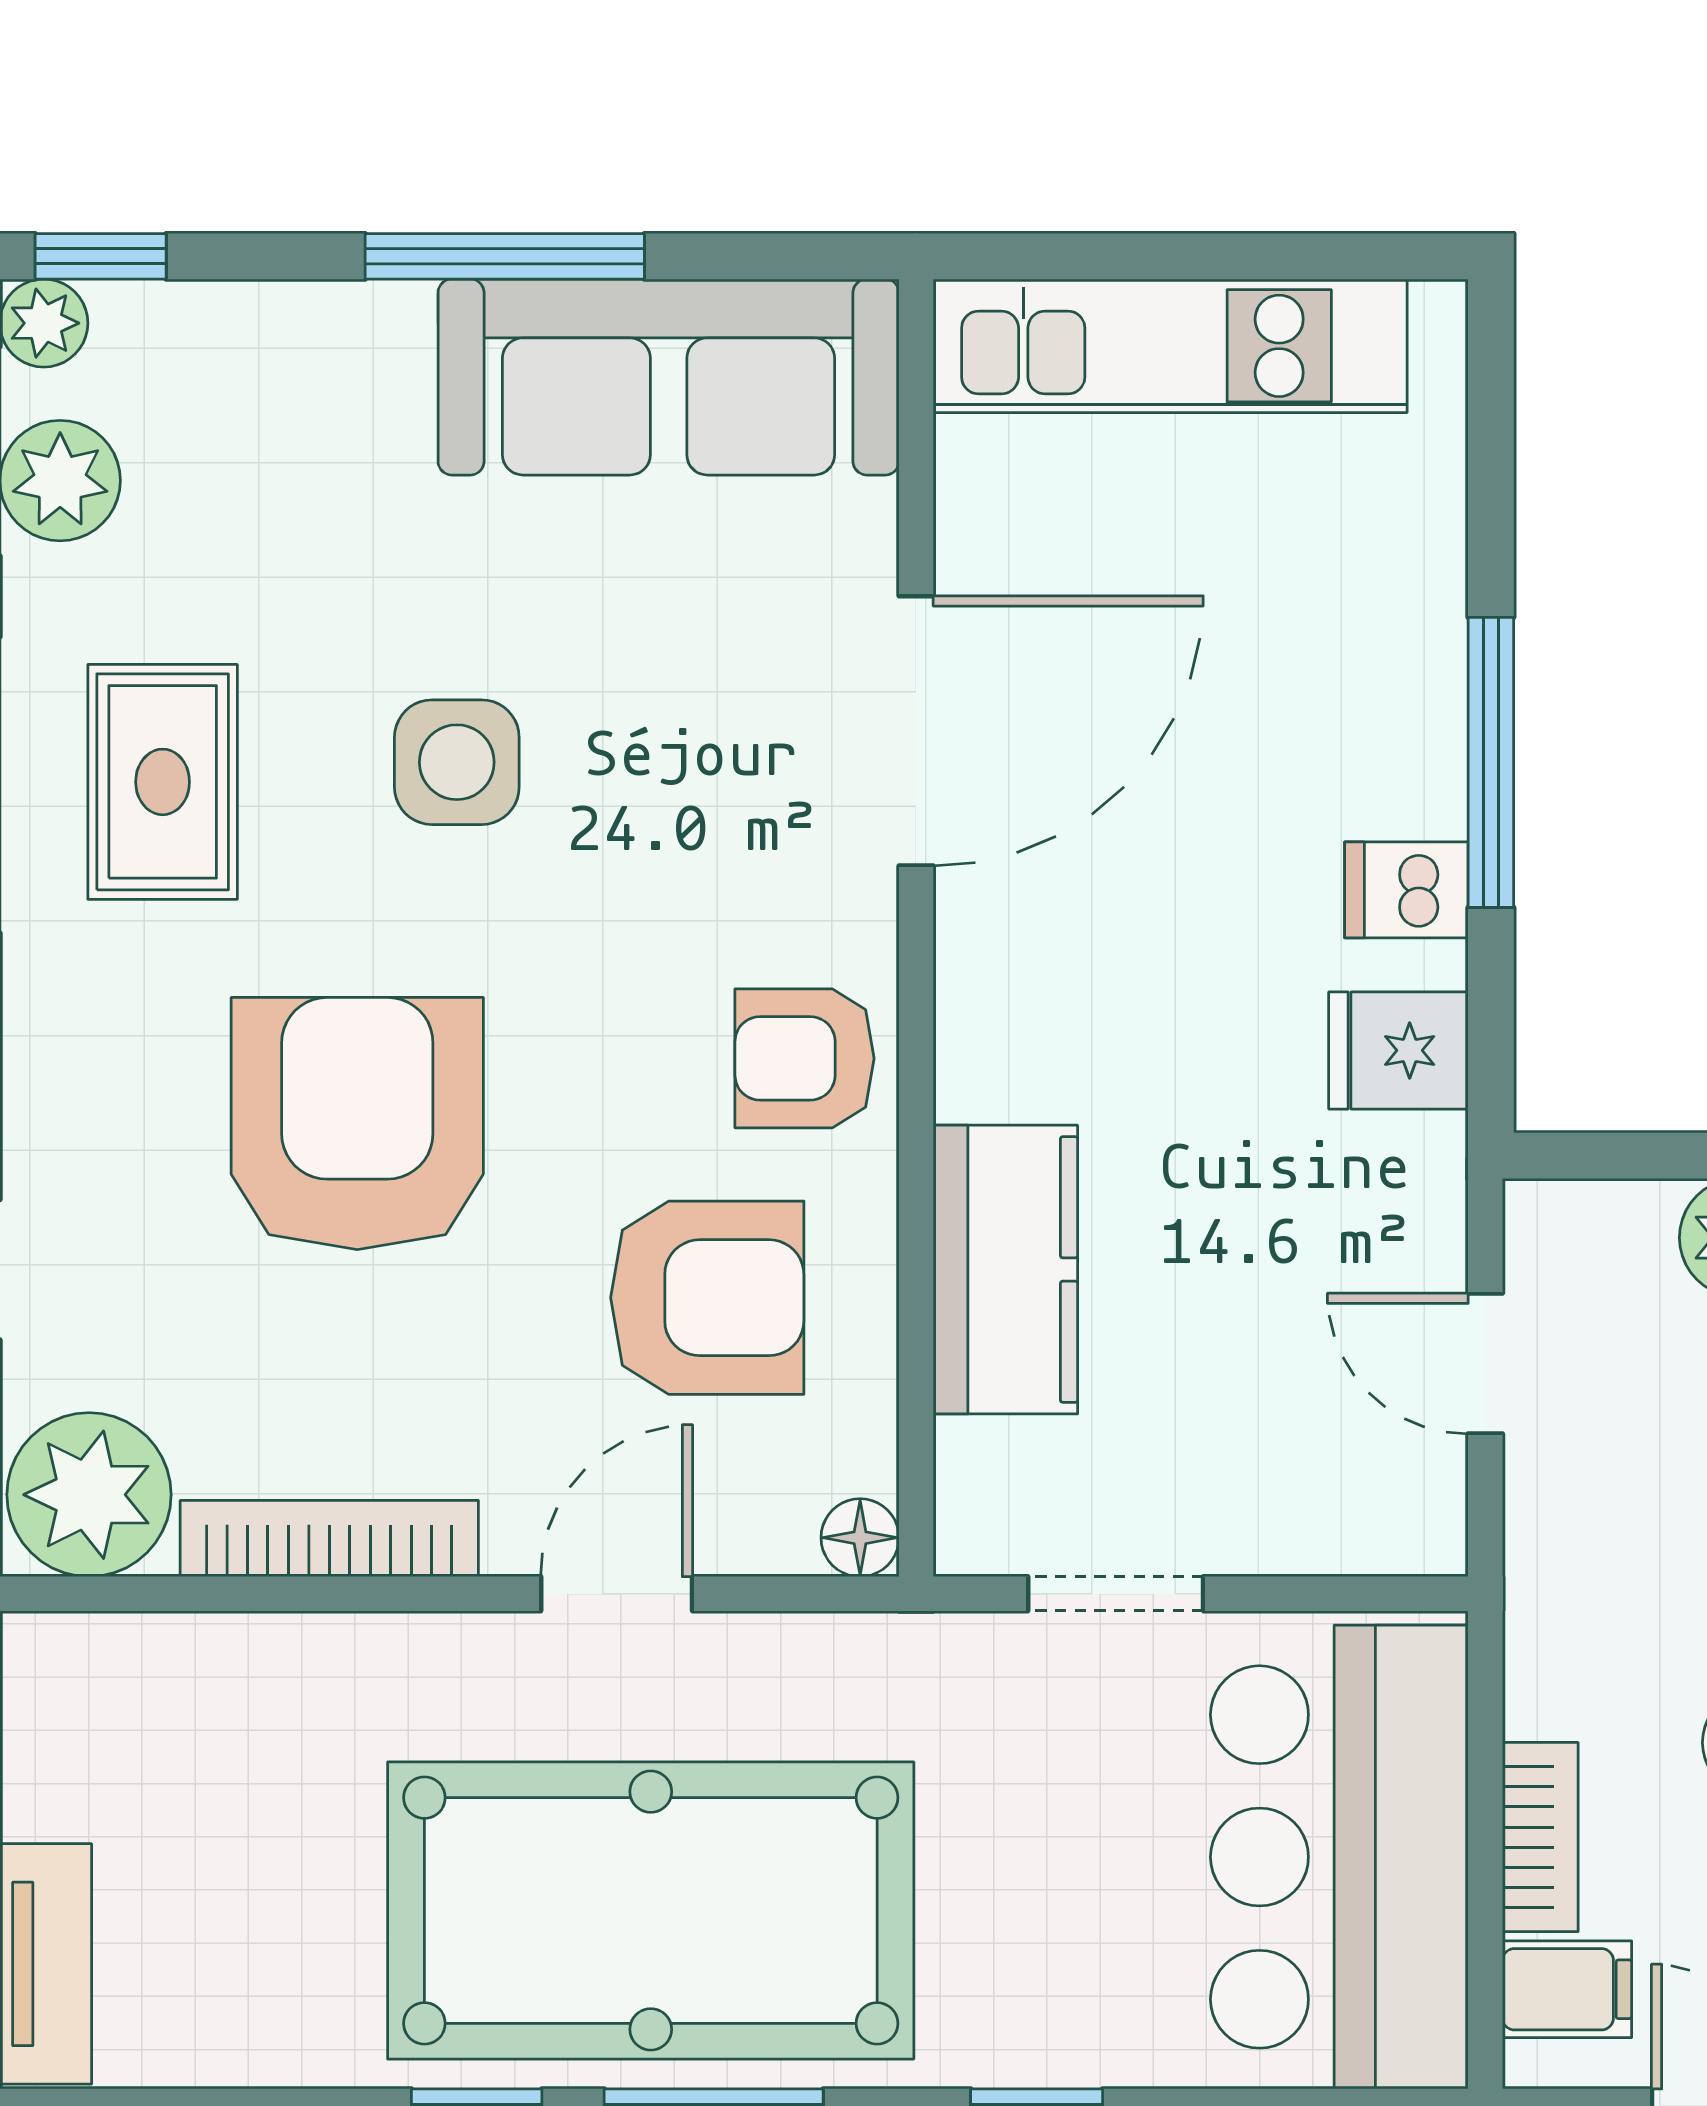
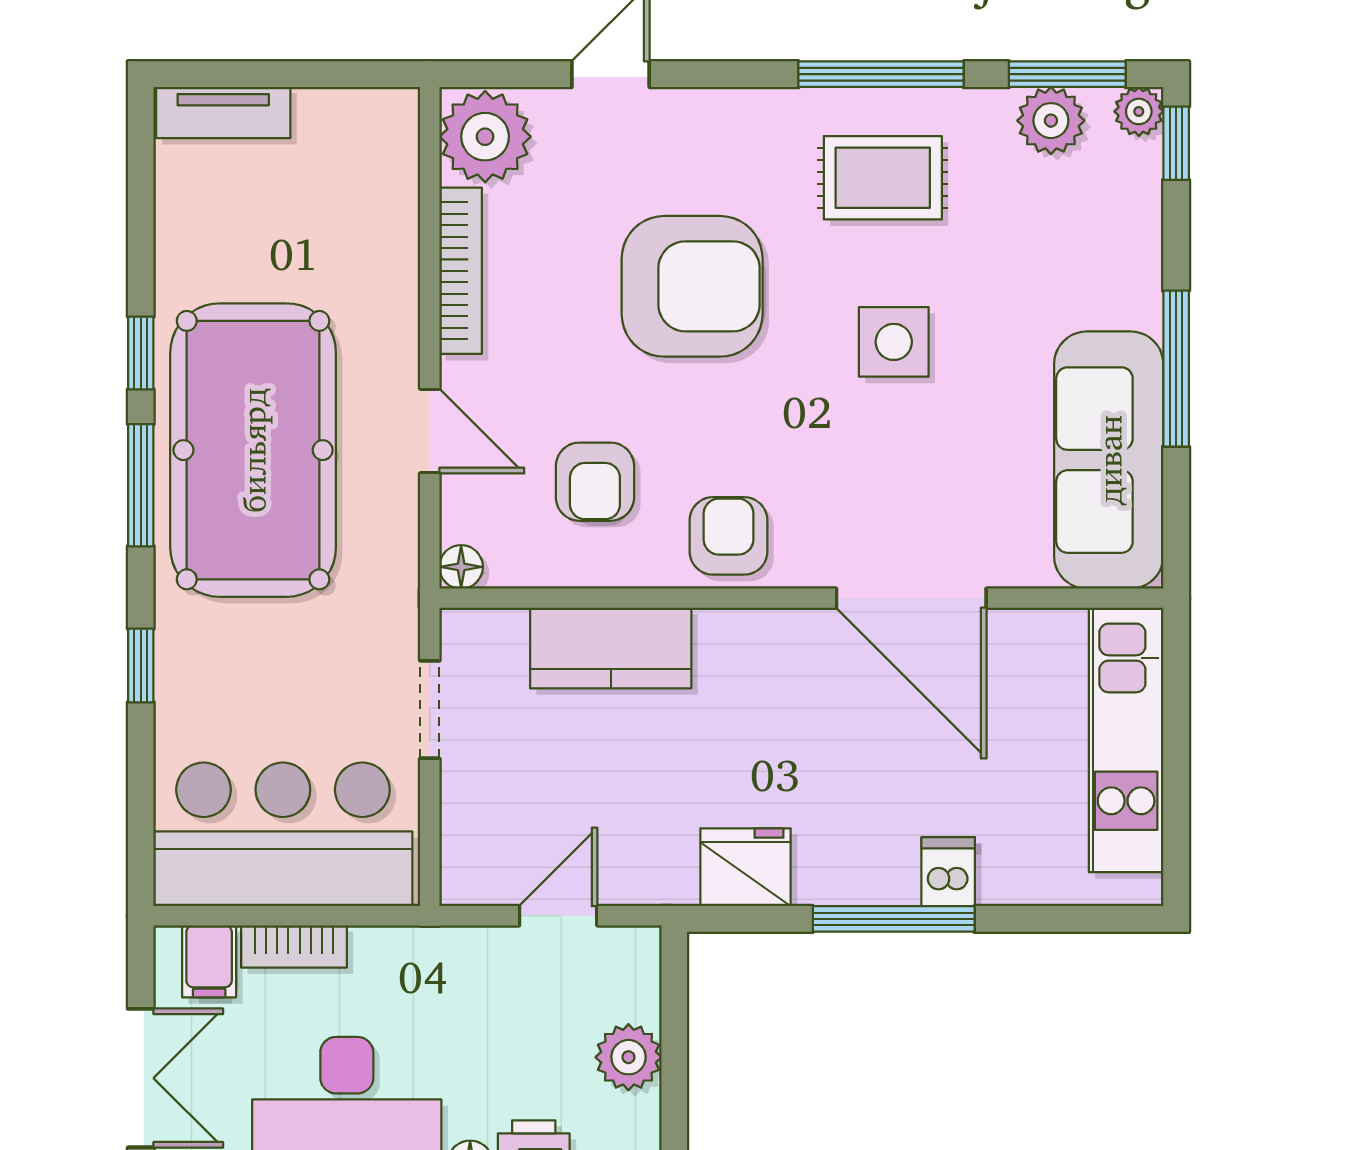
dishwasher: (1406, 890) -> (948, 872), moved
fridge: (1398, 1050) -> (745, 867), width x1.38
armchair: (707, 1298) -> (595, 482), width x0.72, depth x0.72

